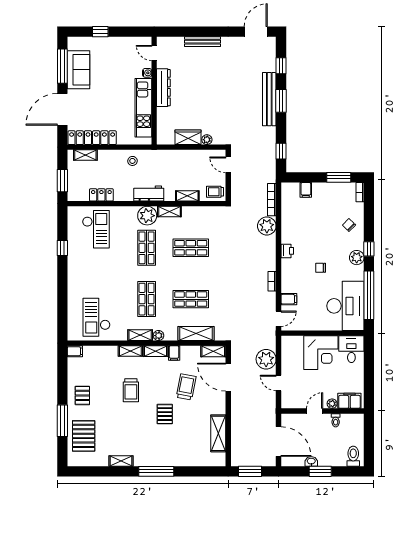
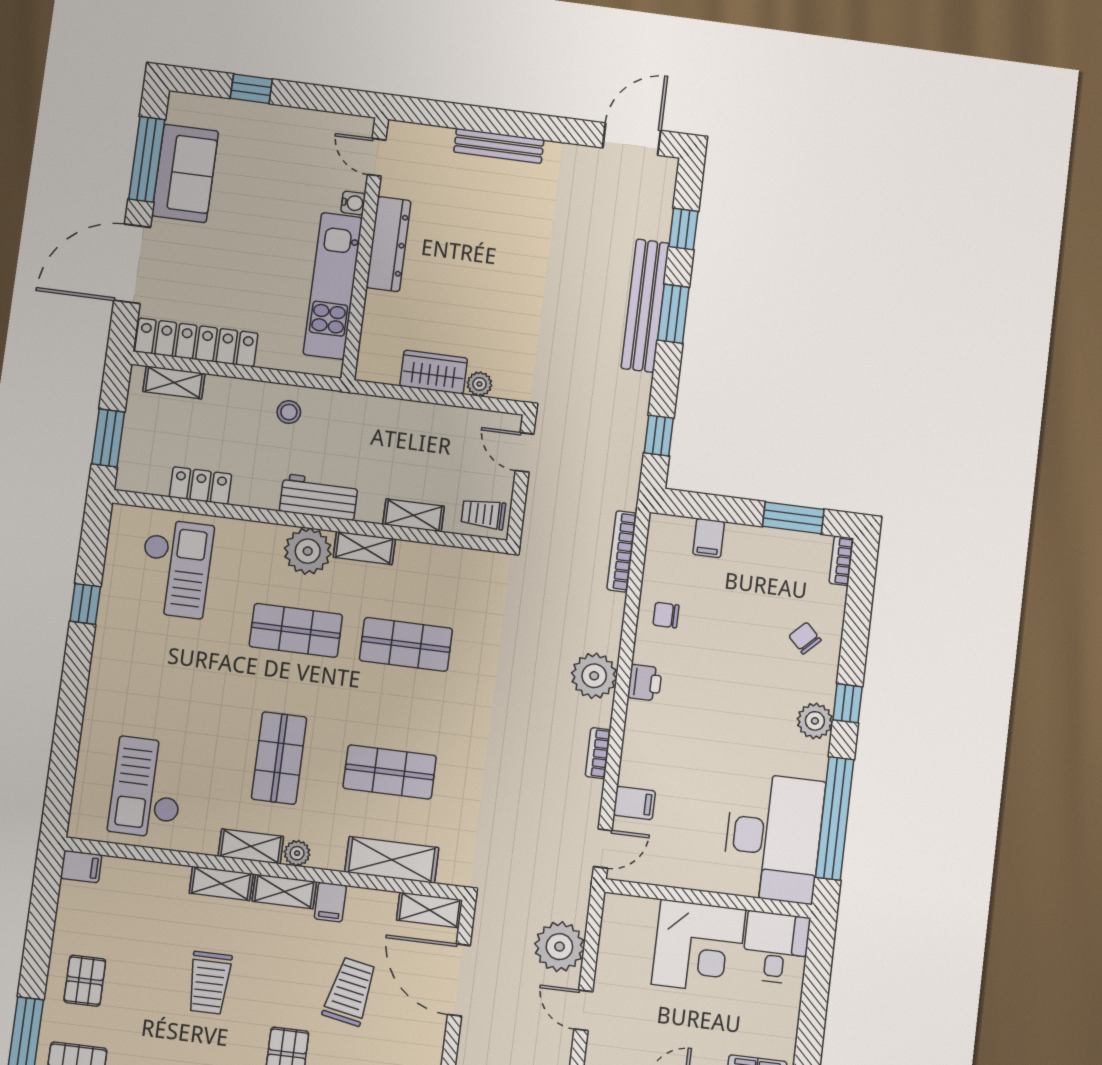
plant: (267, 226) -> (594, 676), moved
shop shelf: (147, 248) -> (296, 630), turned 90
chair: (321, 268) -> (666, 615), moved

